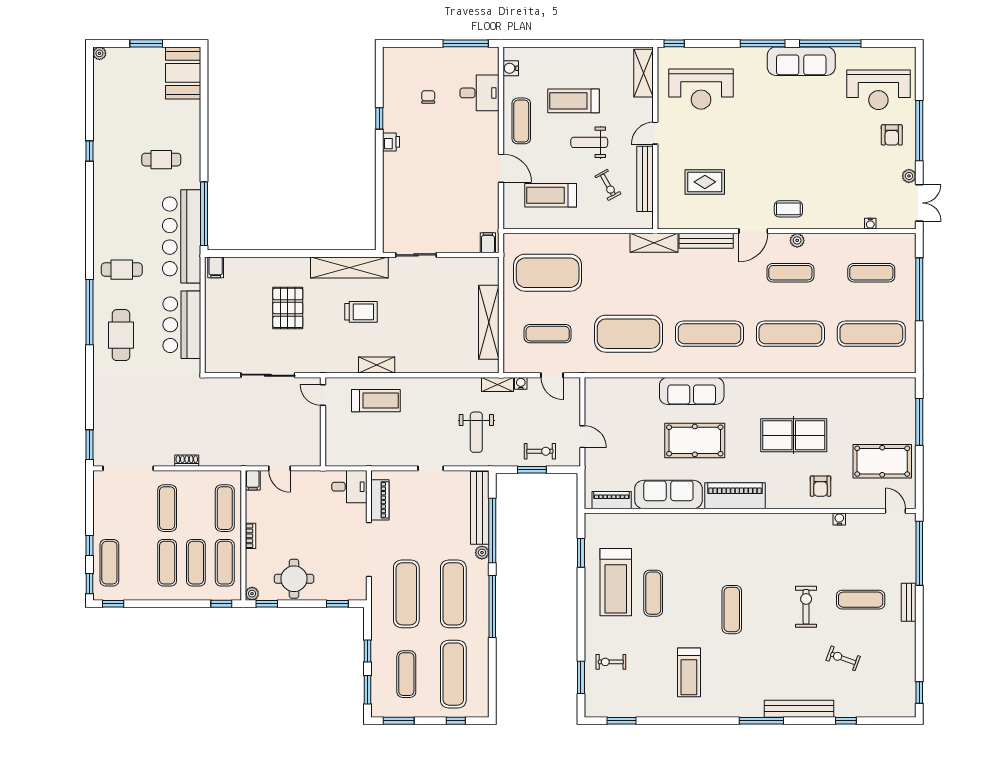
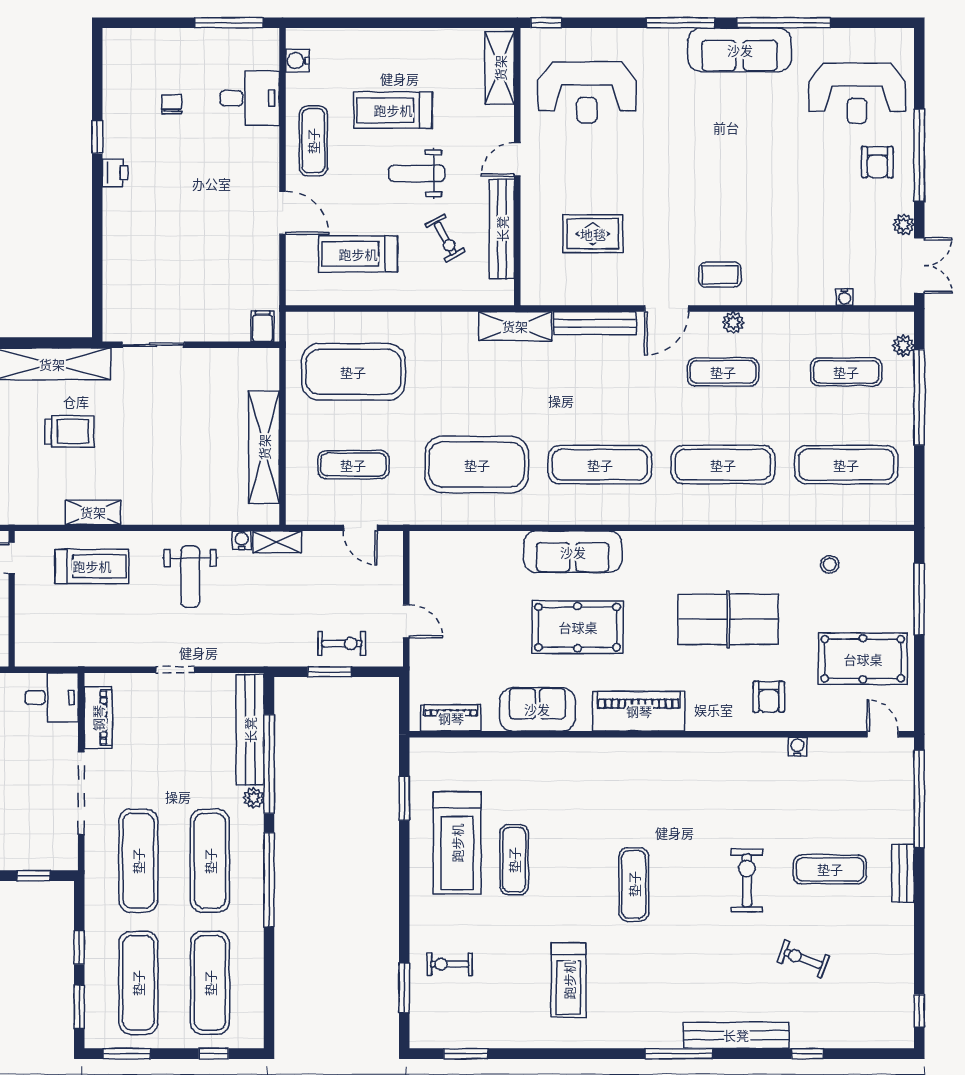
plant: (909, 255) -> (903, 346), added
water cooler: (521, 383) -> (242, 540), moved
stool: (861, 399) -> (830, 564), added
weight bench: (476, 432) -> (190, 577), moved
sofa: (668, 494) -> (537, 709), width x0.73
exercise mat: (406, 674) -> (138, 983), width x1.36, depth x1.45

